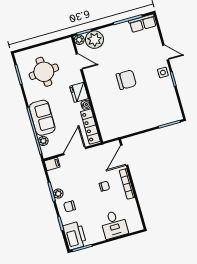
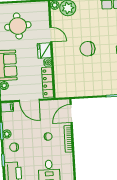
door: (79, 62) -> (51, 35), moved
chair: (126, 80) -> (88, 49), turned 180
door: (75, 151) -> (29, 100), swing flipped

